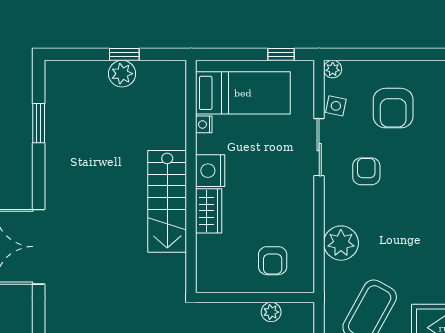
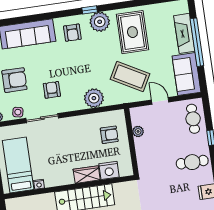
nightstand: (210, 171) -> (109, 170), moved
armchair: (366, 171) -> (52, 90), turned 90

